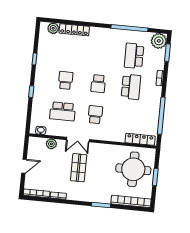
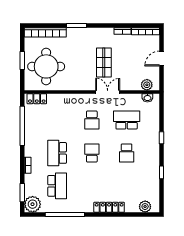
locker: (74, 30) -> (109, 207), moved
locker: (140, 139) -> (37, 99), width x0.66
plant: (51, 144) -> (147, 85), moved

